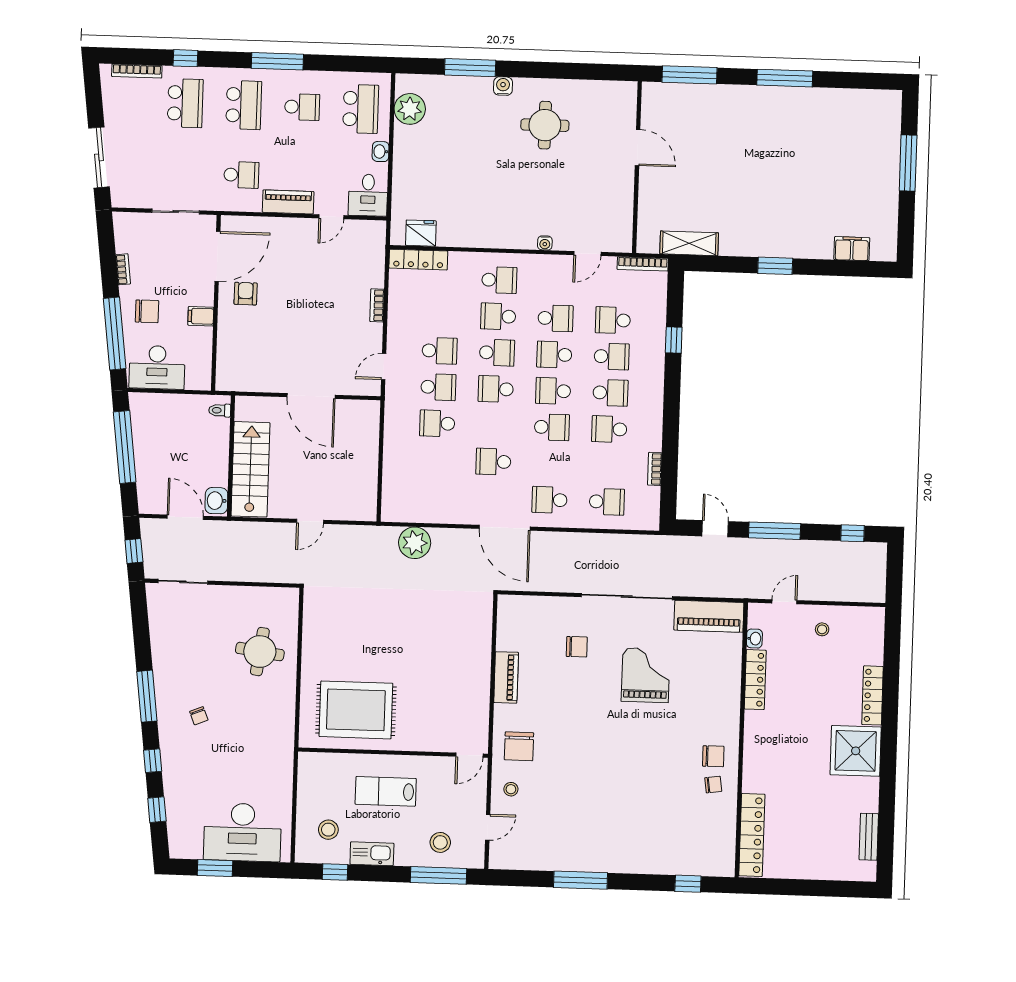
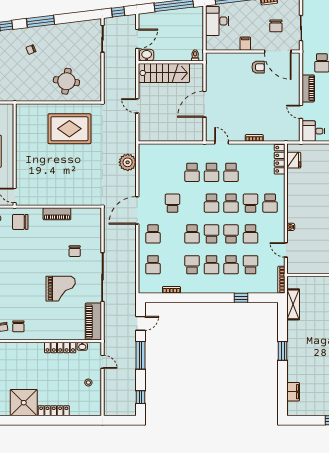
chair: (147, 311) -> (276, 26), moved
school desk: (496, 389) -> (212, 203), turned 180
school desk: (437, 423) -> (192, 172), turned 180
school desk: (549, 500) -> (153, 234), turned 180
rug: (356, 710) -> (69, 129), moved, turned 90

